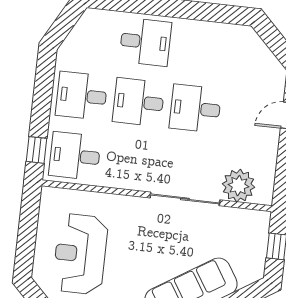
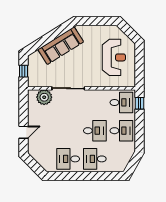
desk: (195, 108) -> (68, 159), moved, turned 180

